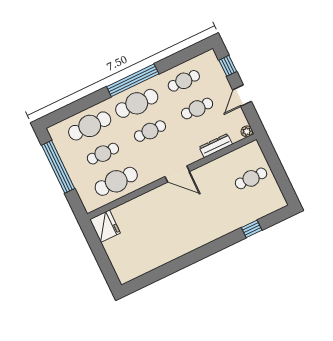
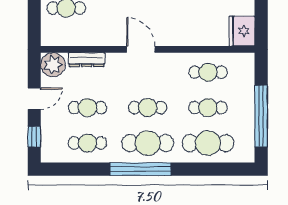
plant: (247, 131) -> (53, 65), width x1.88, depth x1.88
cafe table: (116, 181) -> (208, 72), width x0.73, depth x0.74

